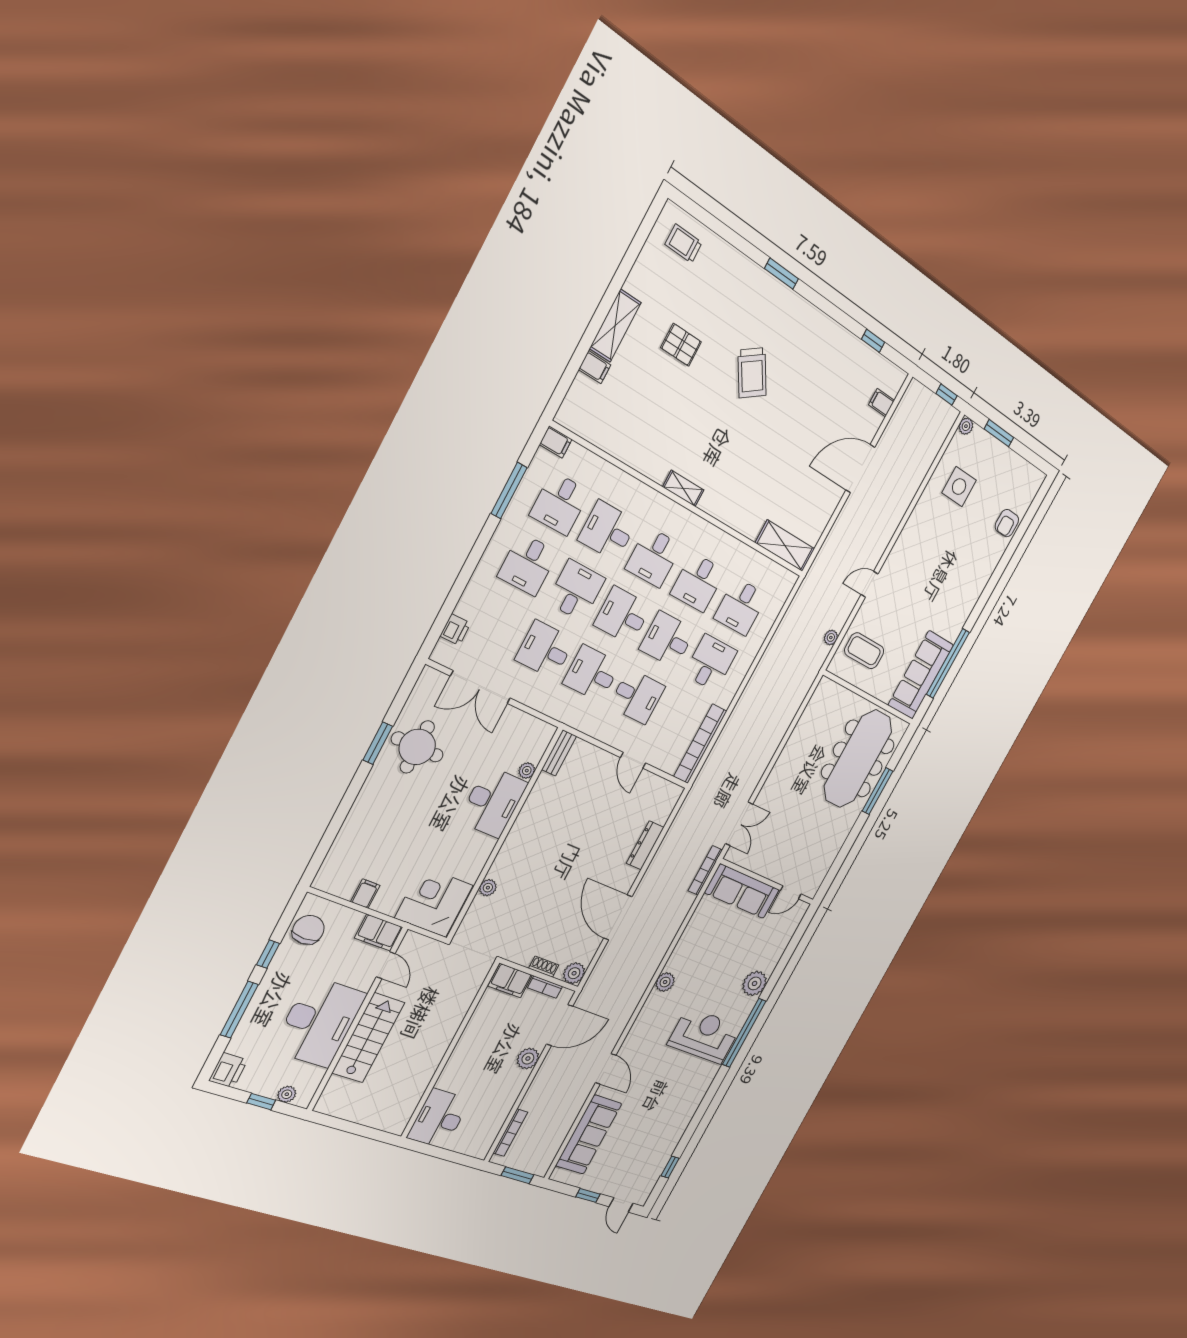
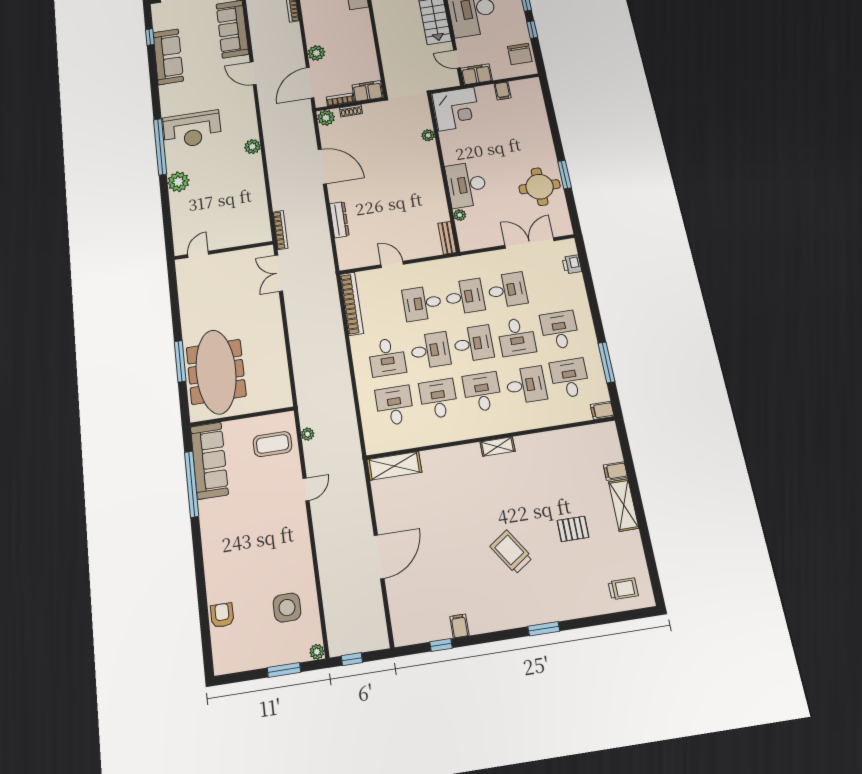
filing cabinet: (882, 403) -> (459, 626), moved, turned -90
sofa: (742, 891) -> (168, 57), moved, turned 90

